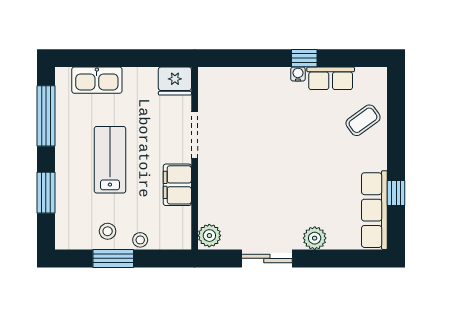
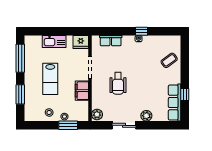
row of seats: (331, 78) -> (111, 41), moved
kitchen sink: (97, 80) -> (54, 41), moved
lab bench: (110, 160) -> (50, 79), turned 180
wheelchair: (254, 169) -> (118, 83), added
window: (113, 258) -> (68, 125), moved

